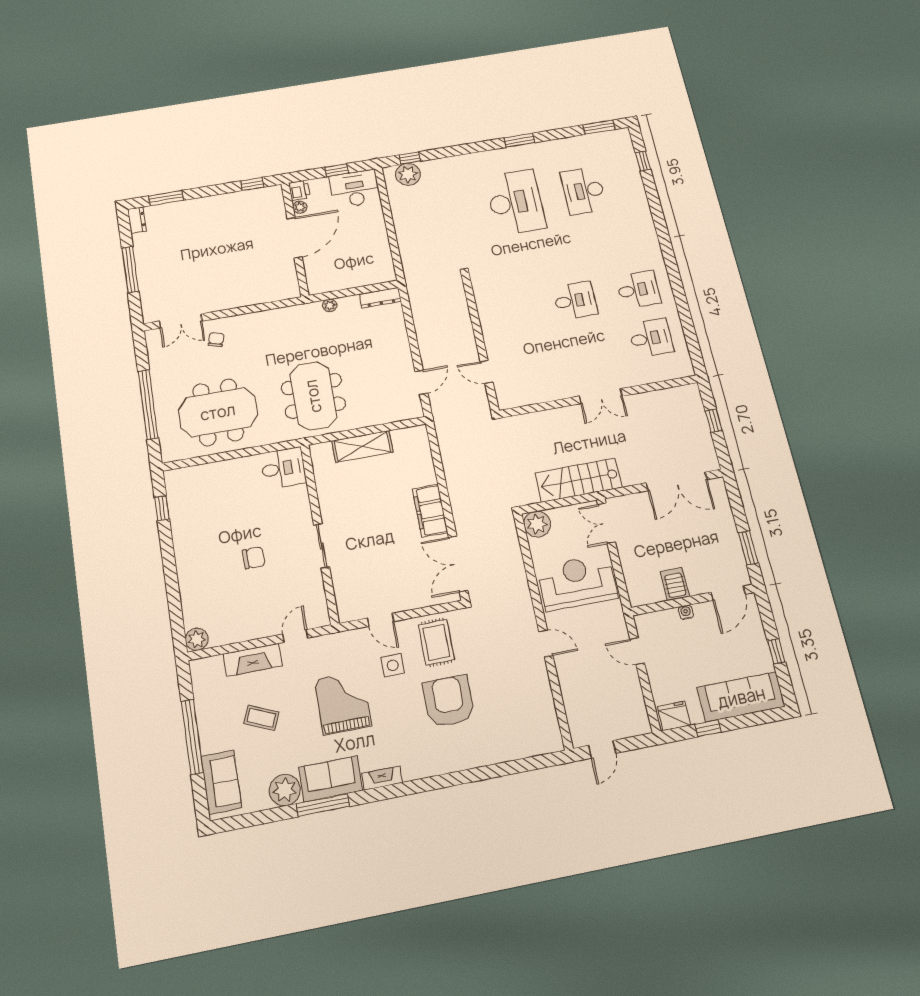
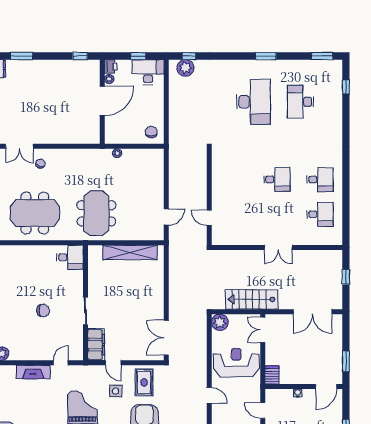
chair: (375, 268) -> (151, 132), added
dresser: (380, 298) -> (151, 154), removed
shelving: (362, 446) -> (130, 252), width x1.47
filing cabinet: (430, 511) -> (96, 344), moved, turned 180
server rack: (675, 584) -> (272, 375), moved
coffee table: (261, 718) -> (33, 407), removed

